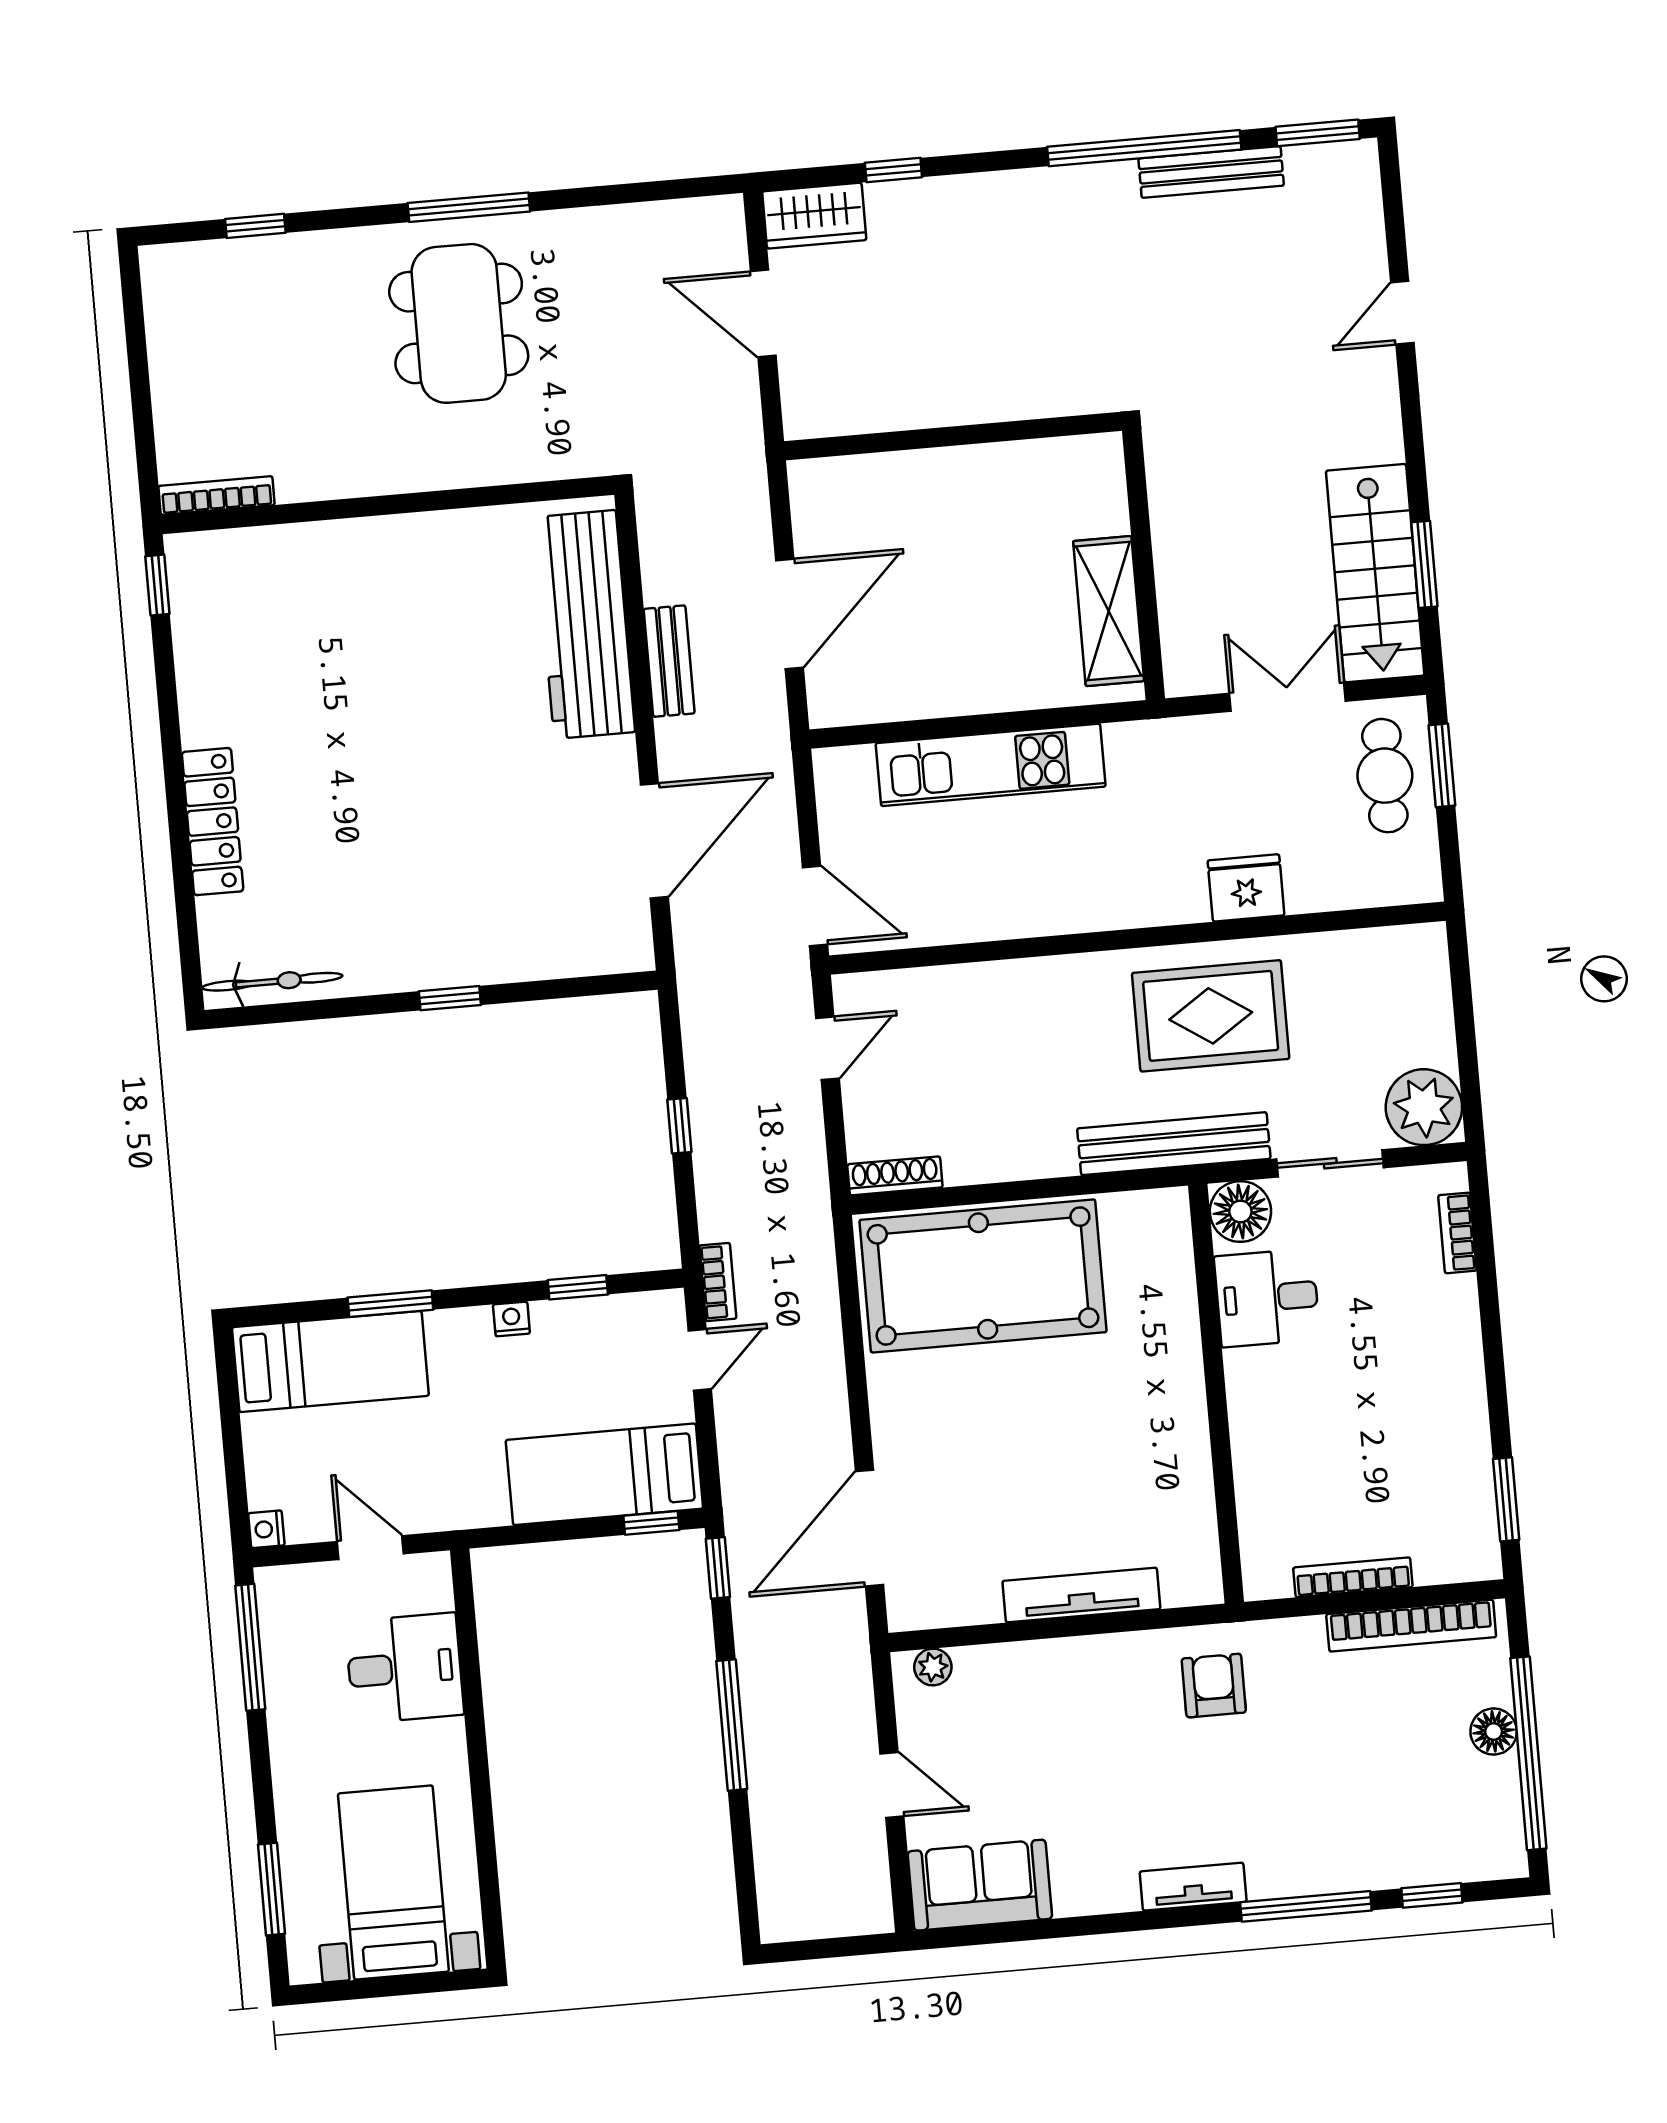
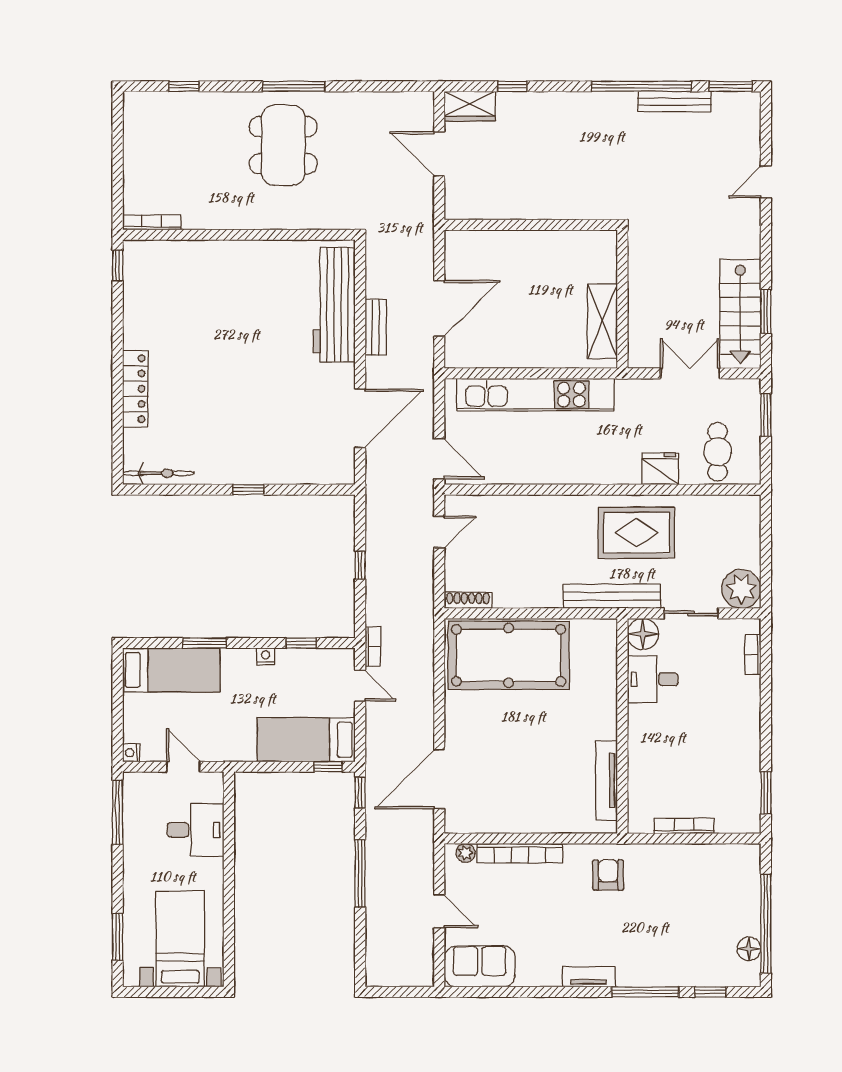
kitchen unit: (991, 765) -> (535, 395), width x1.36
cafe table: (1385, 776) -> (718, 452), moved
door: (700, 1360) -> (360, 686), hinge flipped
tv unit: (1081, 1595) -> (607, 781), moved, turned -90
bookcase: (1411, 1626) -> (520, 853), moved
floor lamp: (1494, 1731) -> (749, 949), moved

